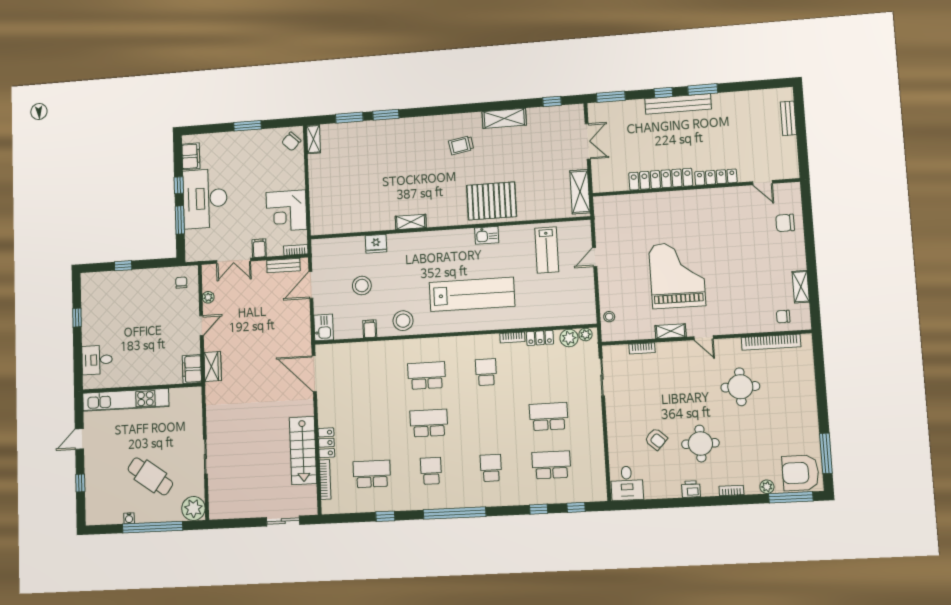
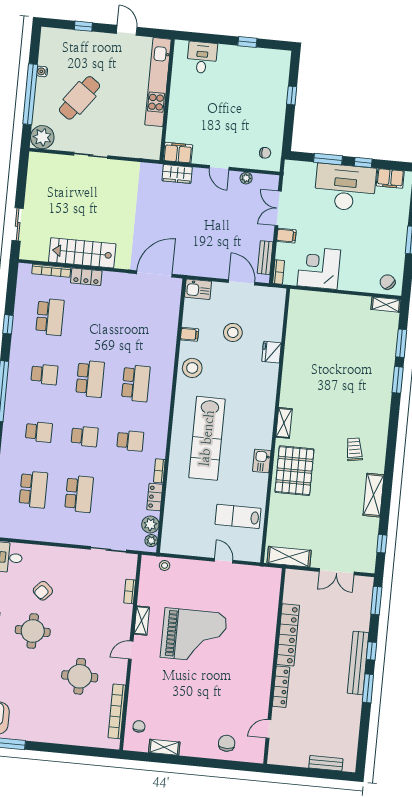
shelving: (411, 222) -> (284, 423), moved
school desk: (488, 420) -> (85, 436), added

